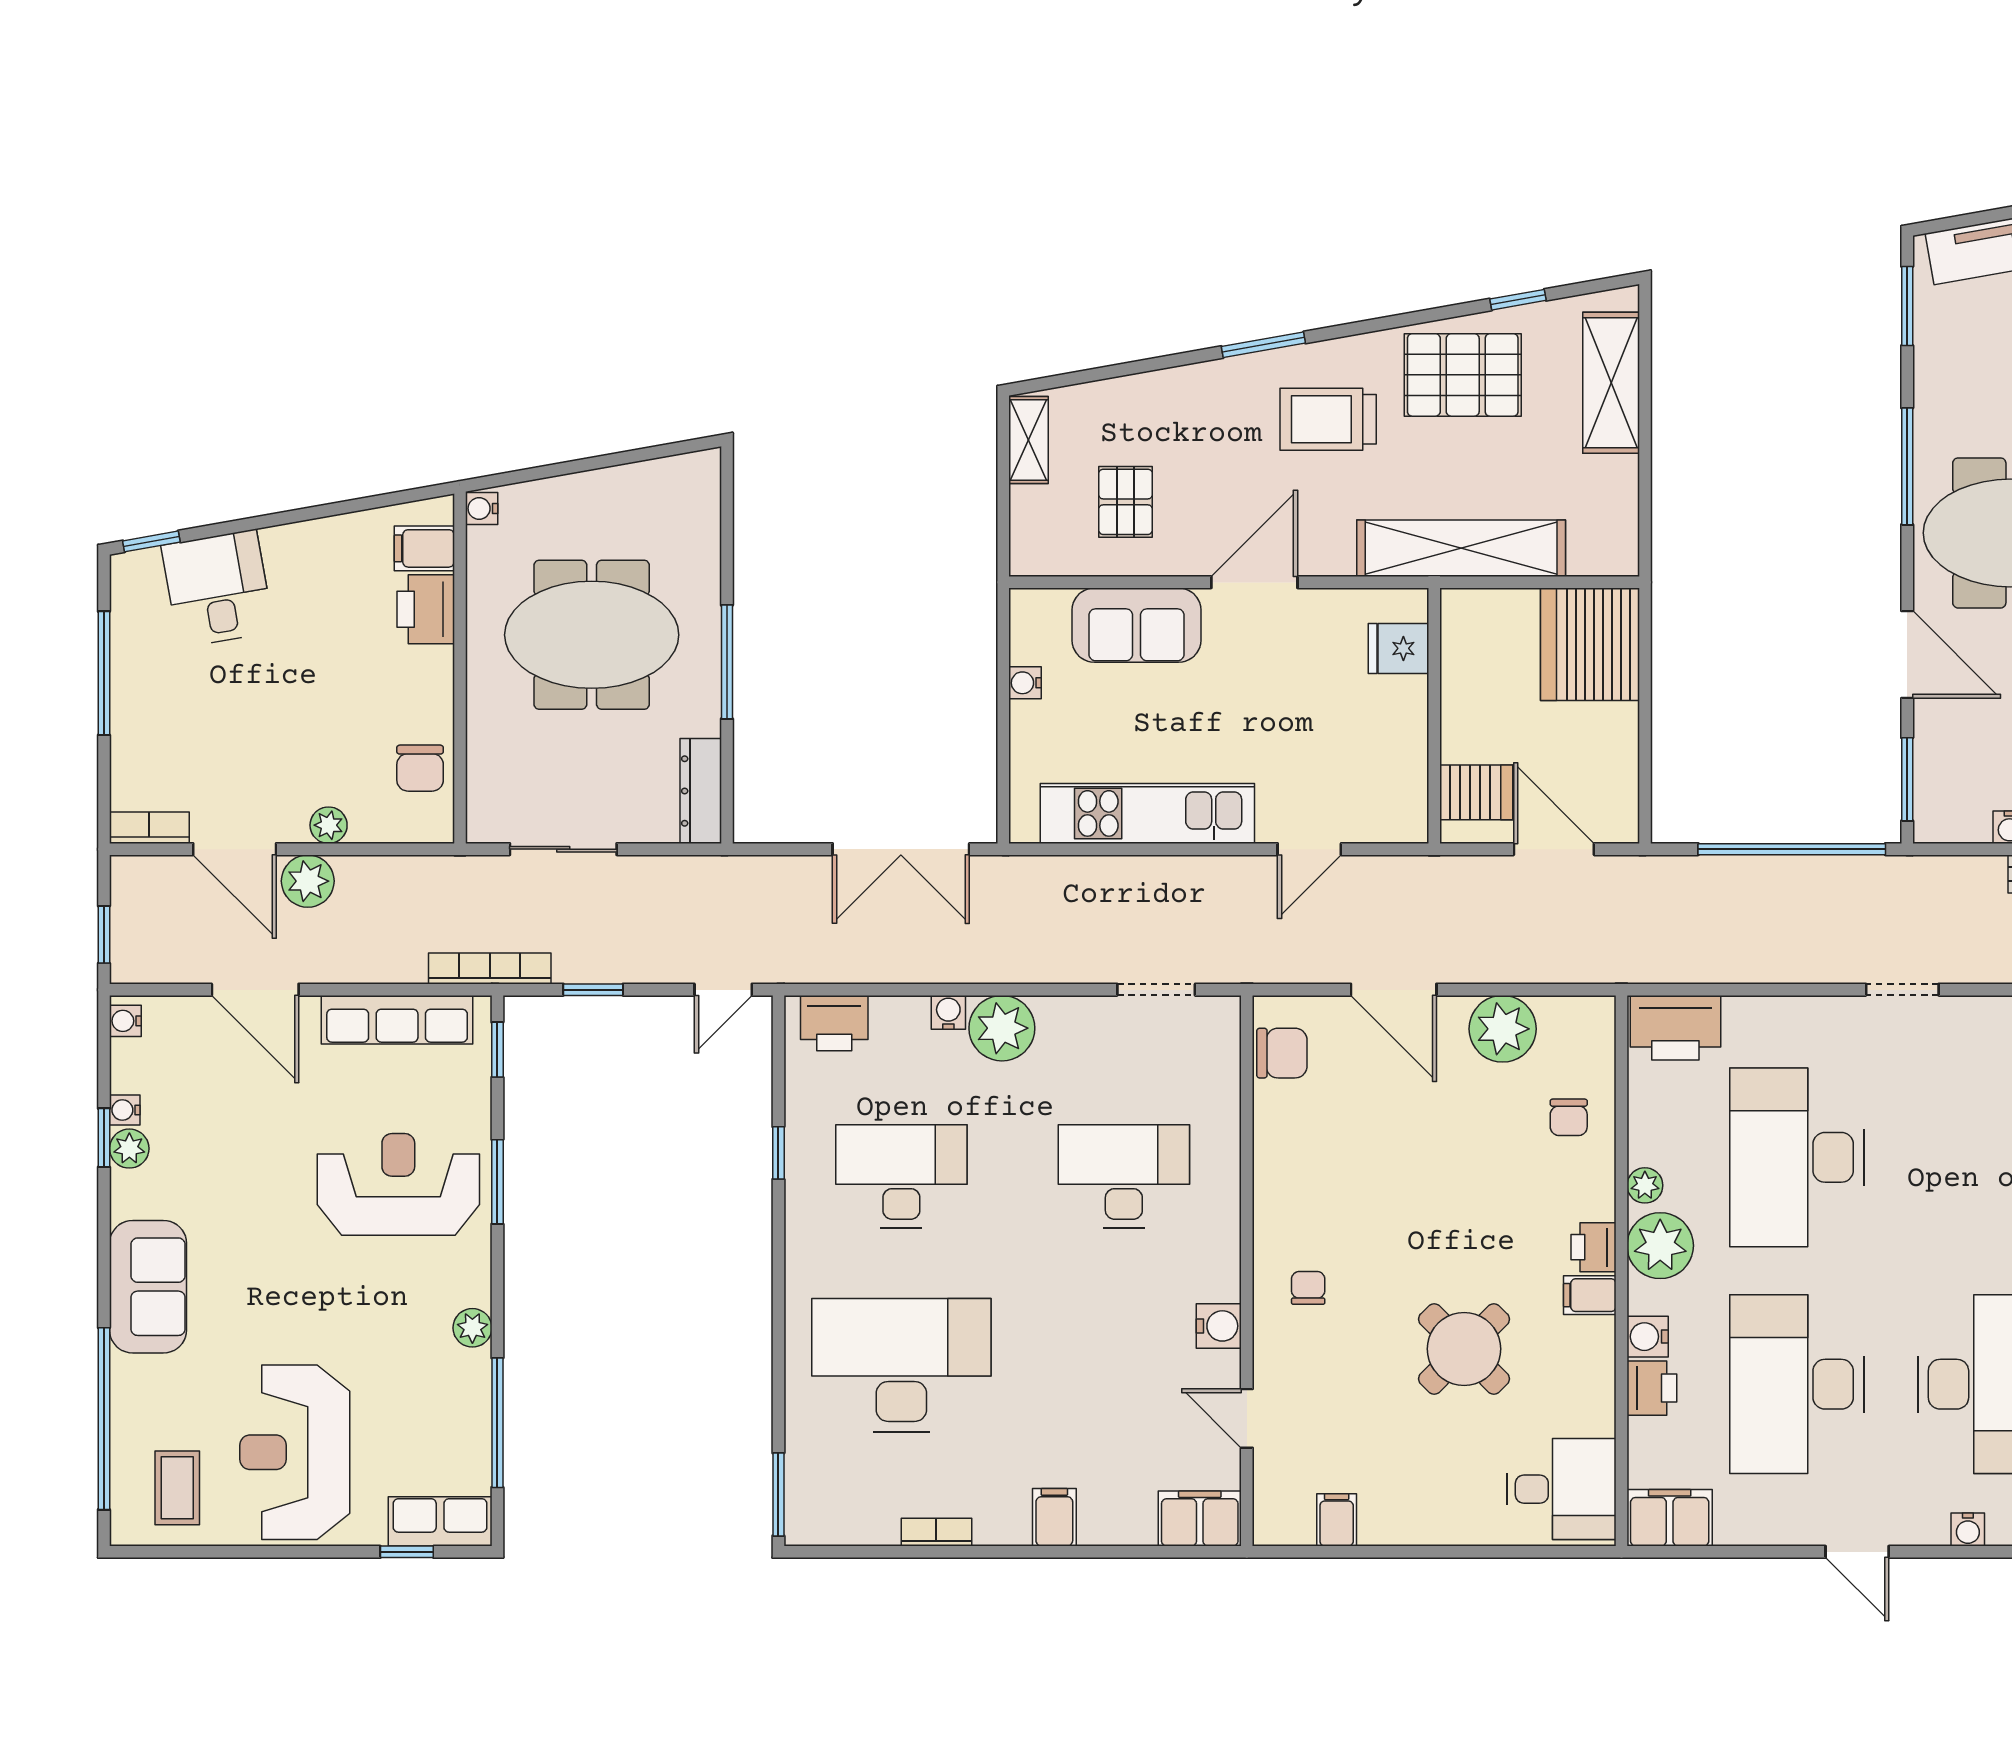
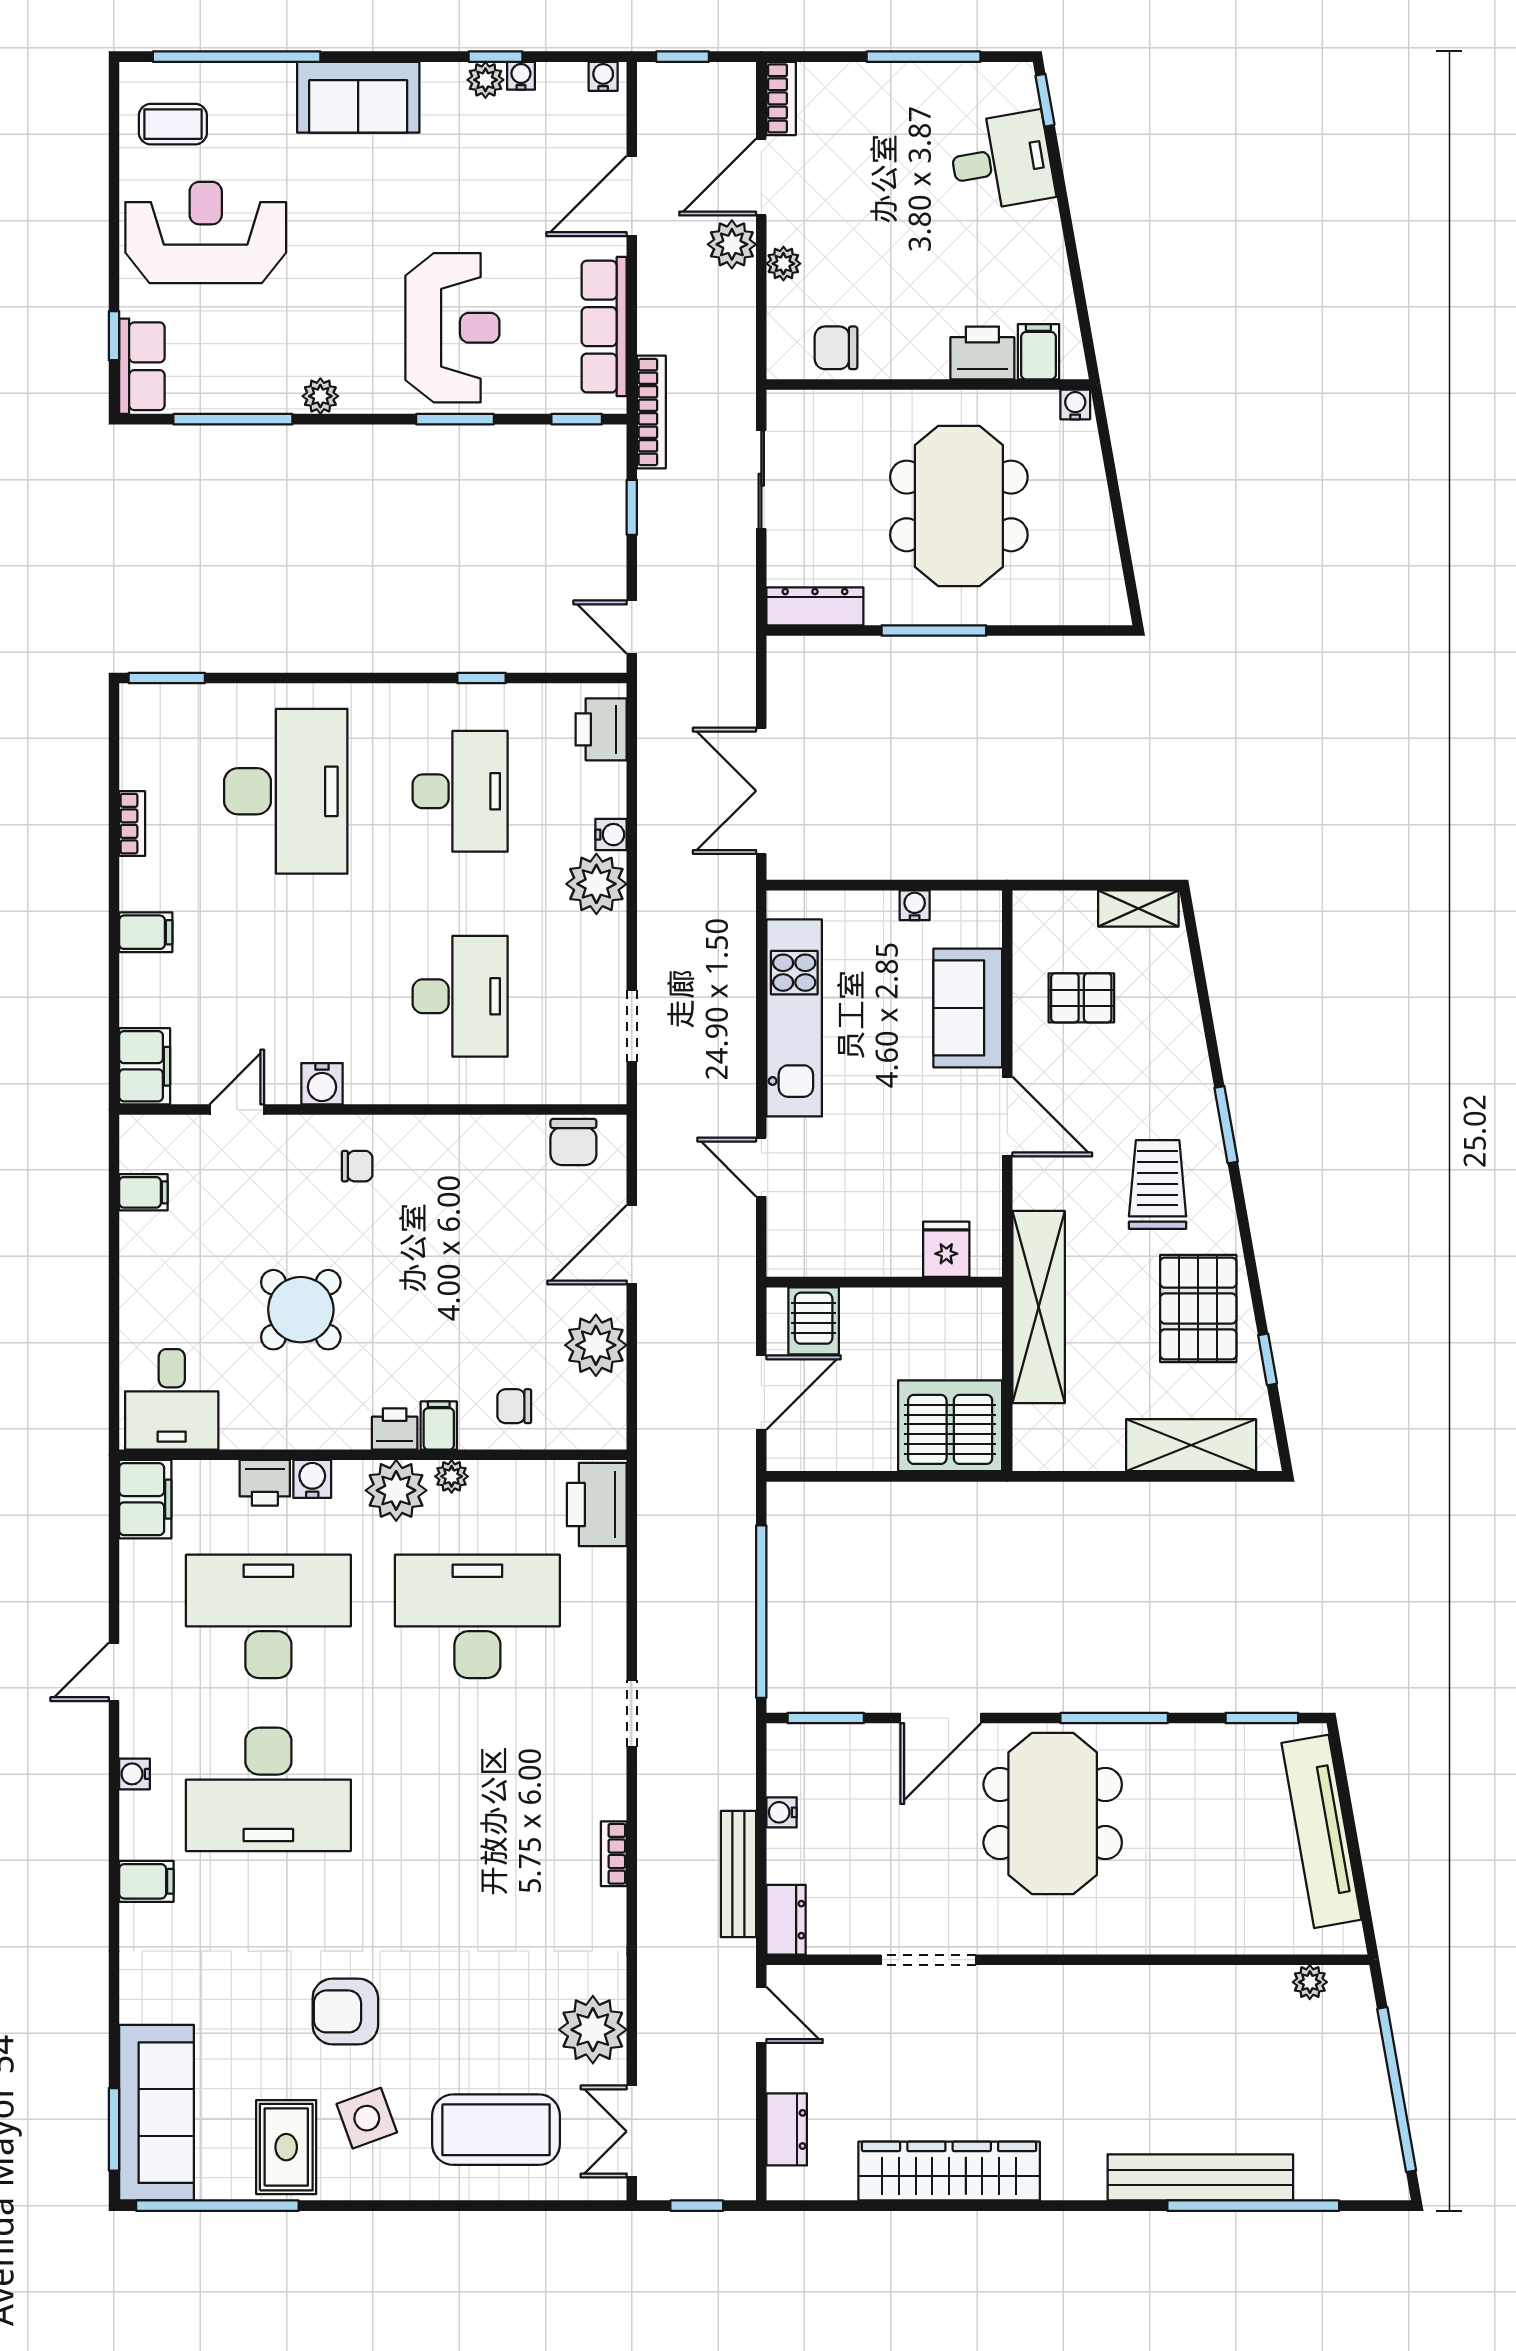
filing cabinet: (1590, 1295) -> (439, 1426), moved

